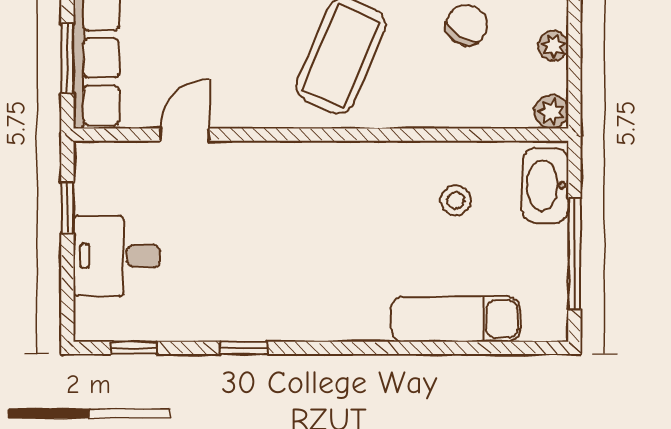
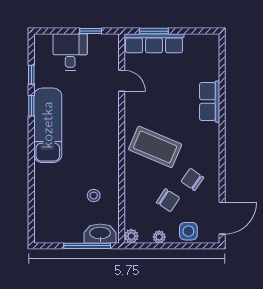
window: (574, 254) -> (87, 246), moved
exam couch: (455, 319) -> (48, 125), moved, width x1.36, depth x1.45
window: (134, 348) -> (31, 75), moved

